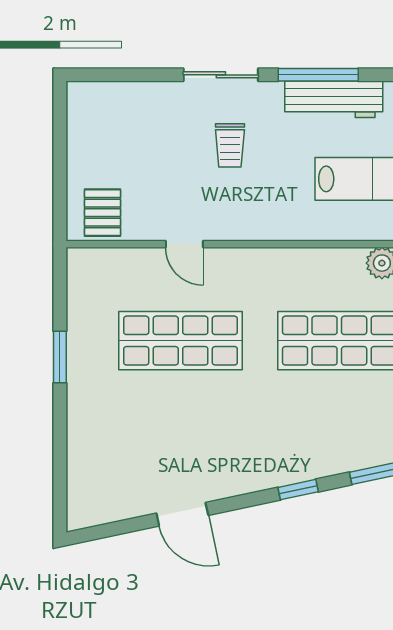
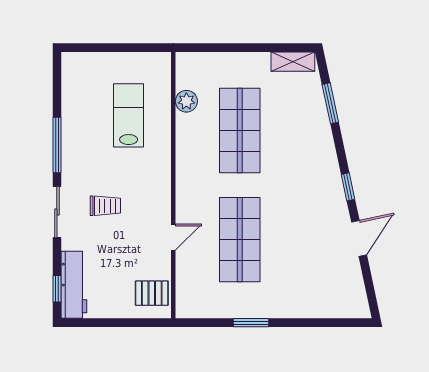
window: (109, 75) -> (57, 289), added
workbench: (334, 99) -> (74, 285), moved
window: (298, 490) -> (348, 187), moved

